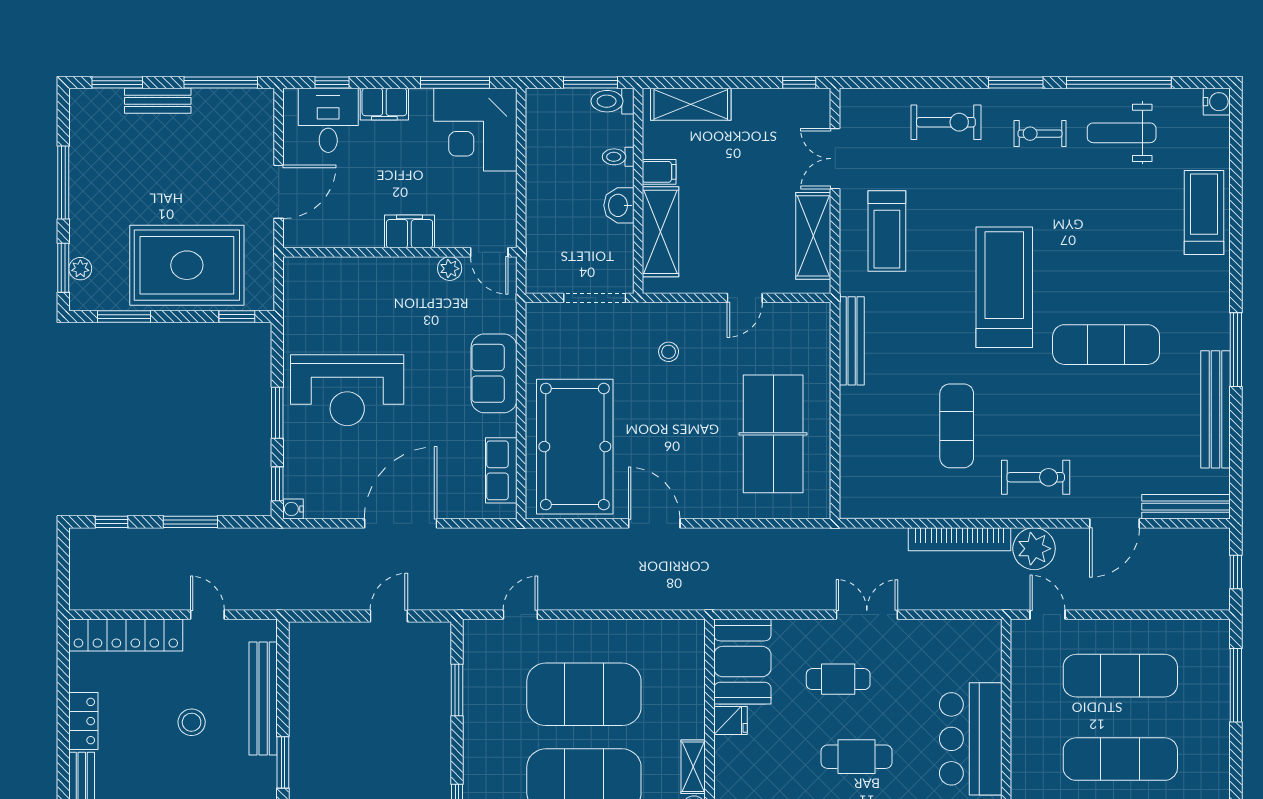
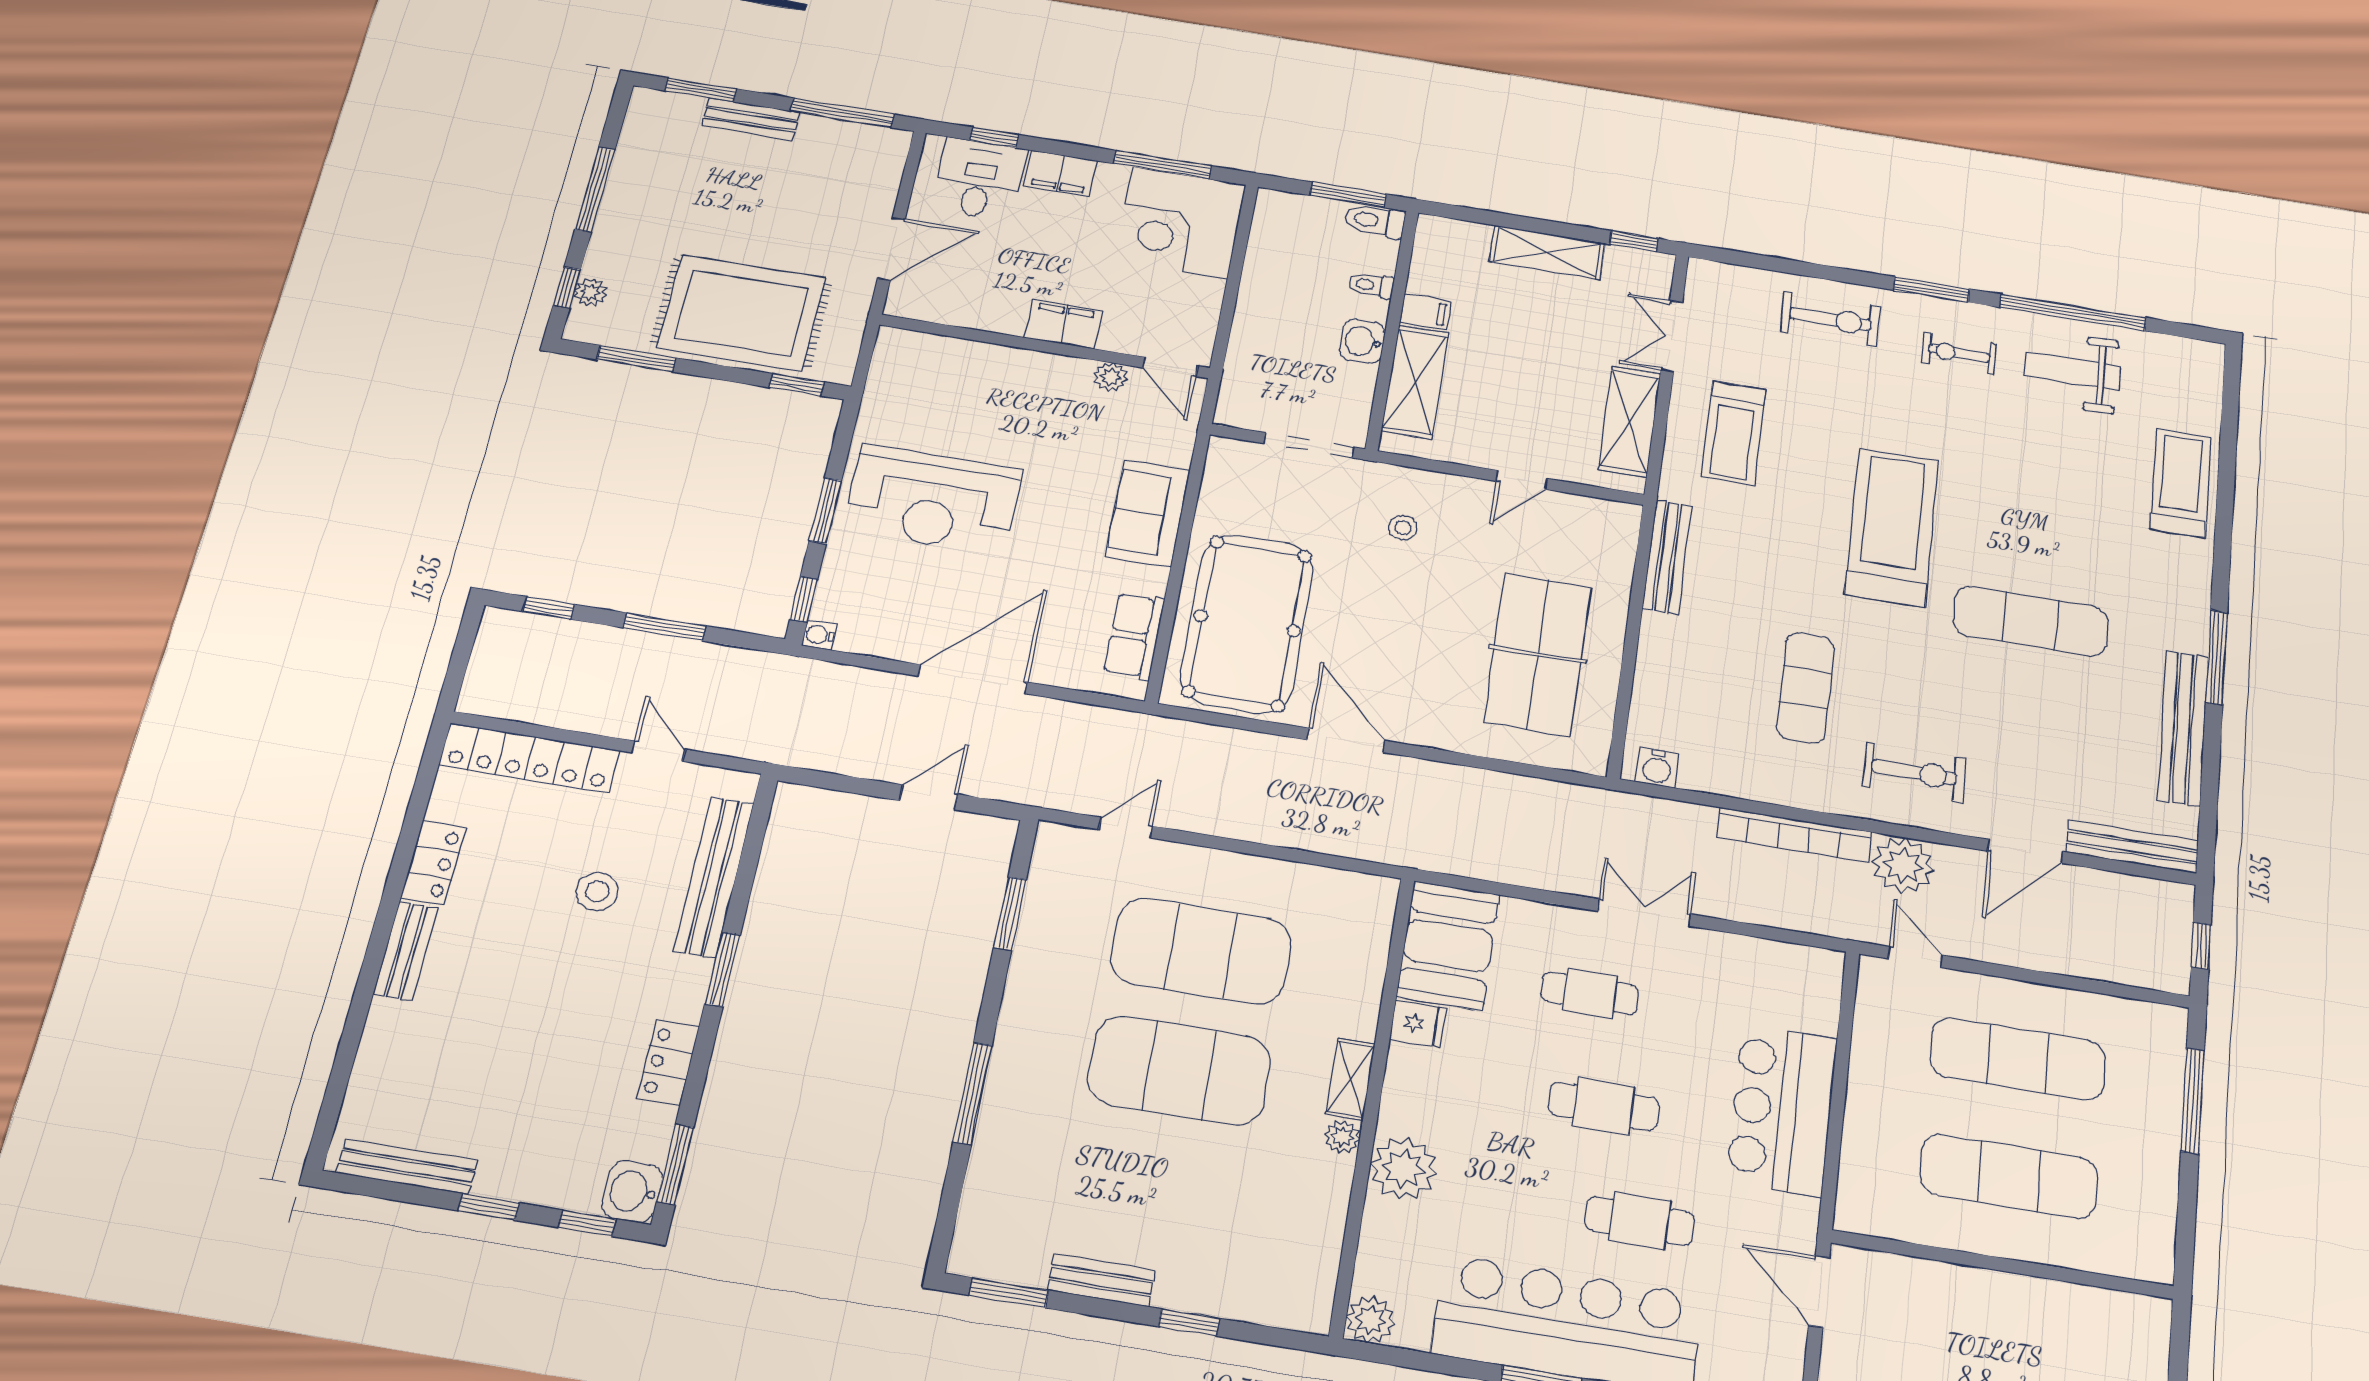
water cooler: (1217, 102) -> (1657, 768), moved, turned 90
shelving: (691, 104) -> (1547, 252), moved
window: (63, 268) -> (567, 287), width x0.67

